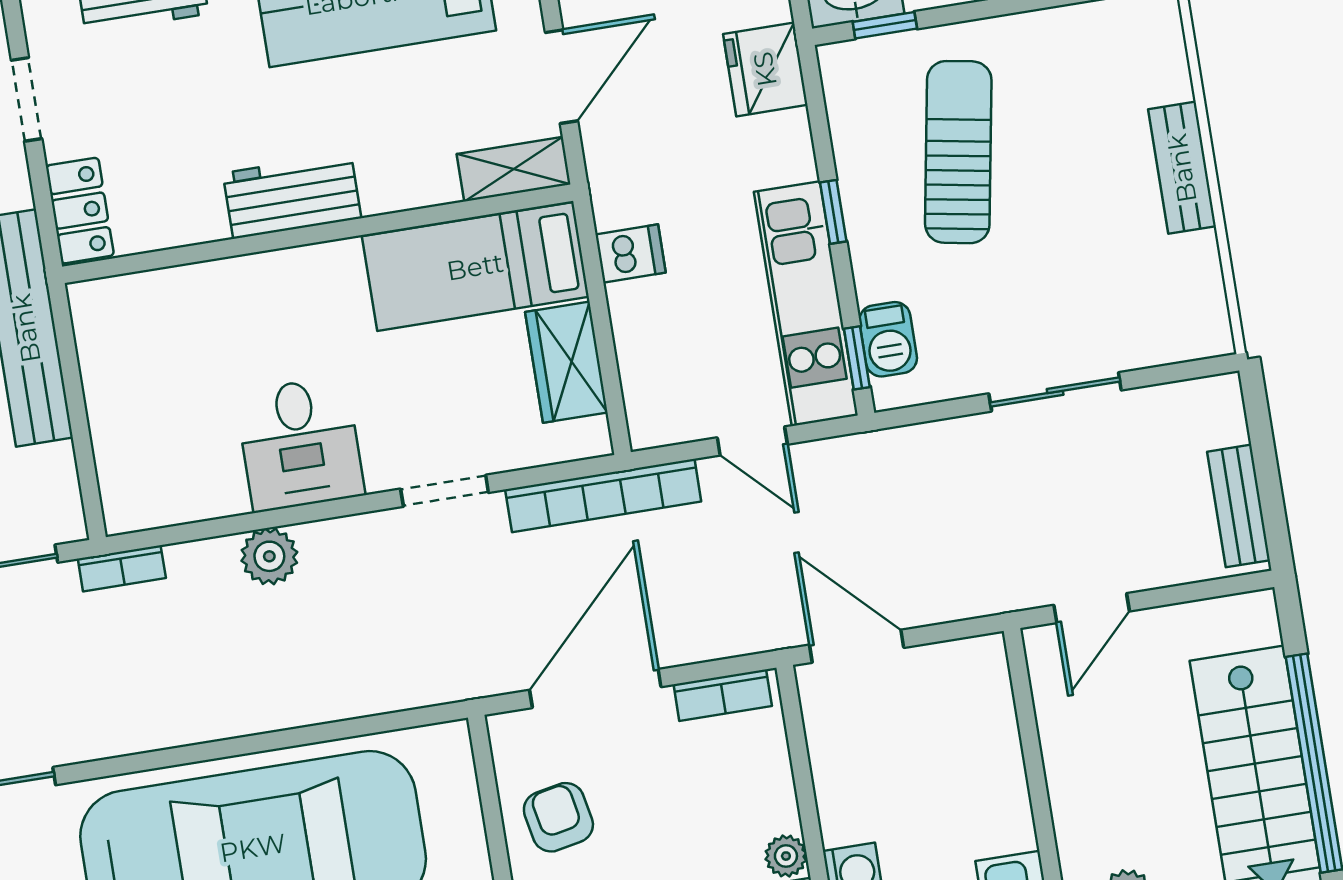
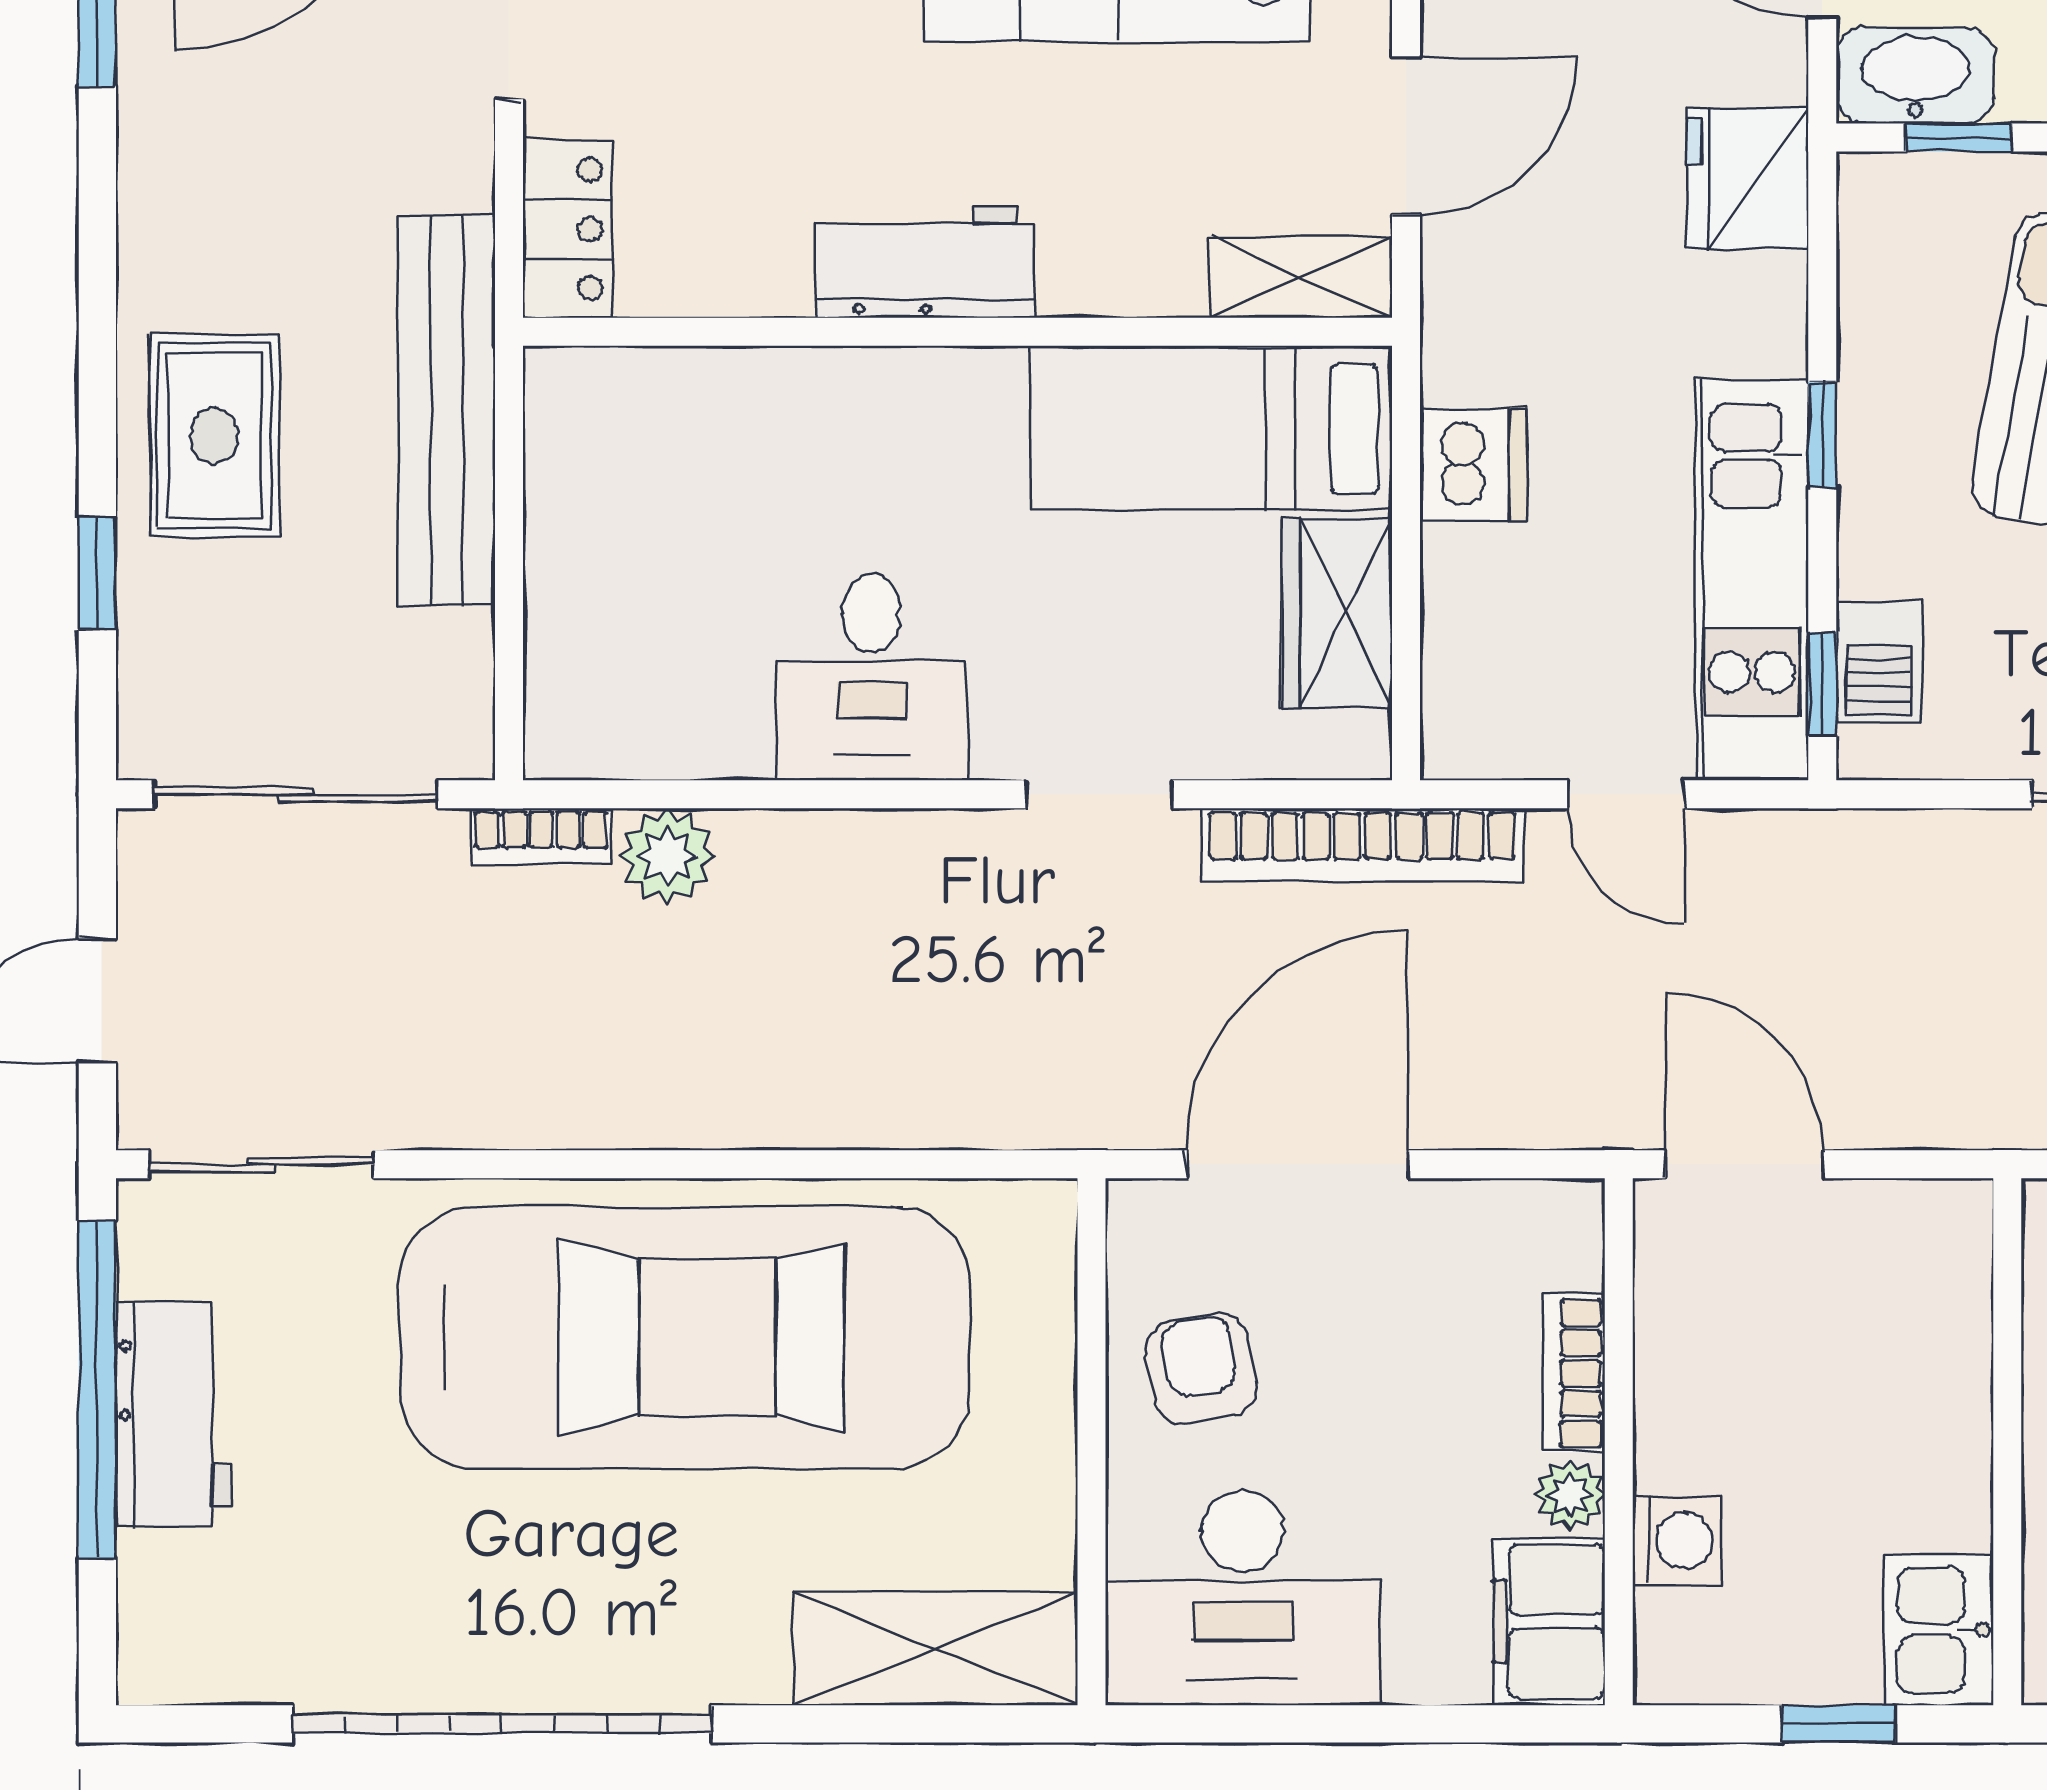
dishwasher: (630, 254) -> (1473, 465), width x1.38
plant: (269, 556) -> (667, 856), moved
bookcase: (723, 695) -> (1573, 1373), moved, turned 90

